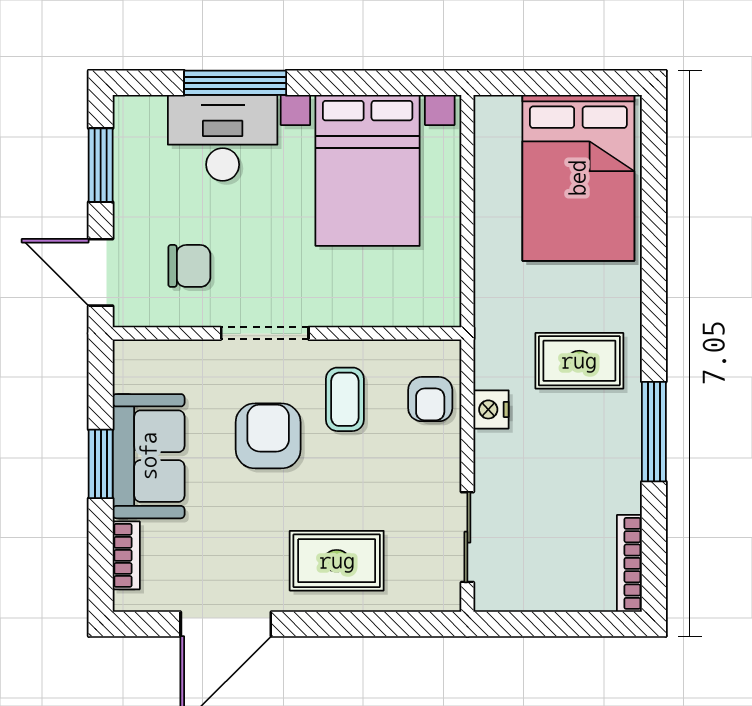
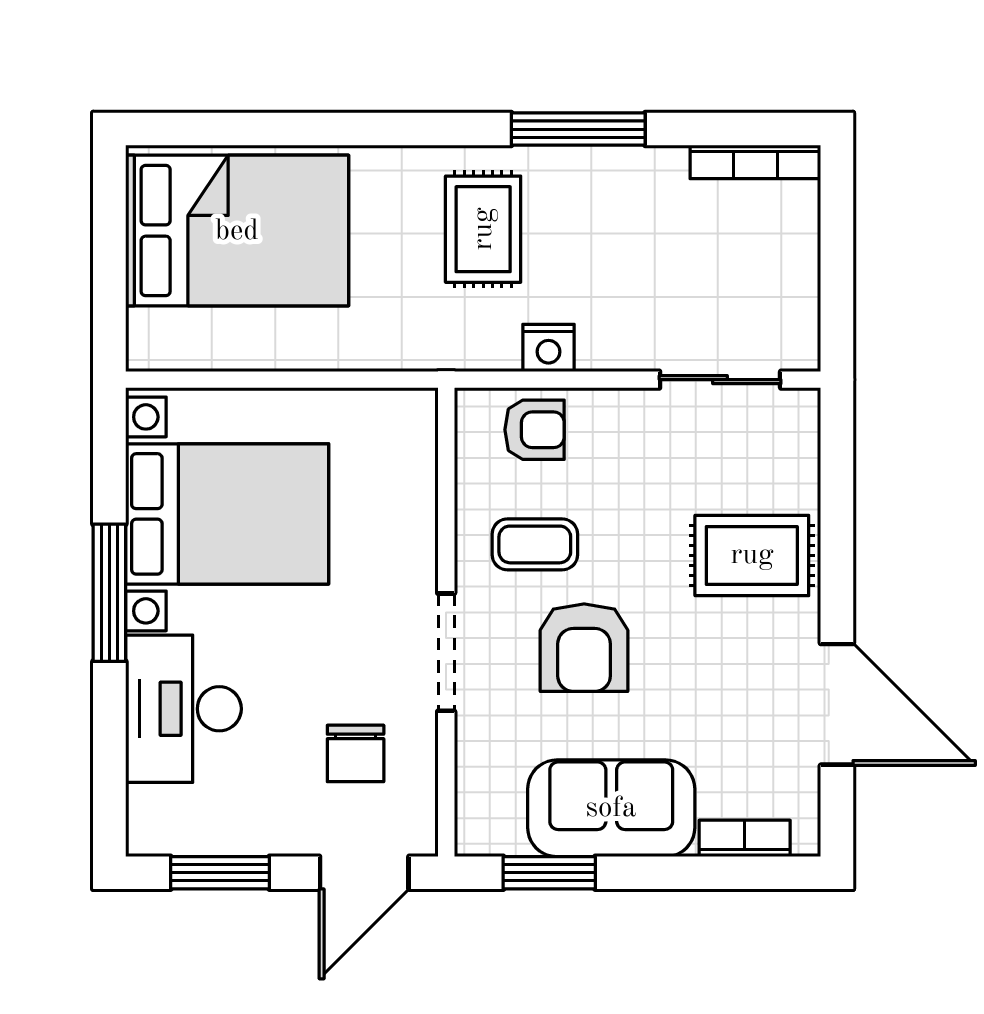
window: (235, 83) -> (109, 593), moved
chair: (189, 266) -> (356, 753), turned 180
armchair: (268, 436) -> (584, 648), turned -90
window: (101, 464) -> (549, 873), moved
rug: (337, 561) -> (752, 555), turned 90

